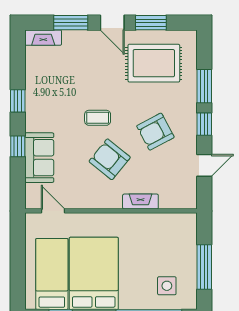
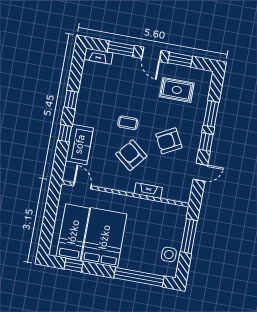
rug: (154, 63) -> (177, 90), width x0.73, depth x0.70
window: (204, 267) -> (189, 236), moved
side table: (167, 286) -> (169, 254), moved

